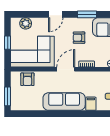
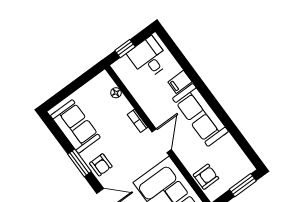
armchair: (79, 38) -> (101, 165), moved
door: (66, 69) -> (162, 141), swing flipped

